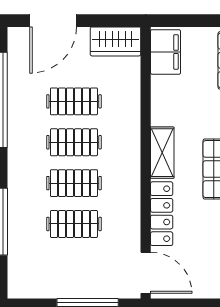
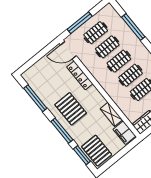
shelving: (162, 153) -> (111, 114), moved
clothes rail: (74, 265) -> (96, 33), added

